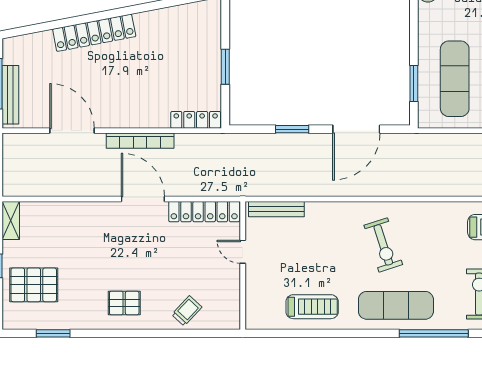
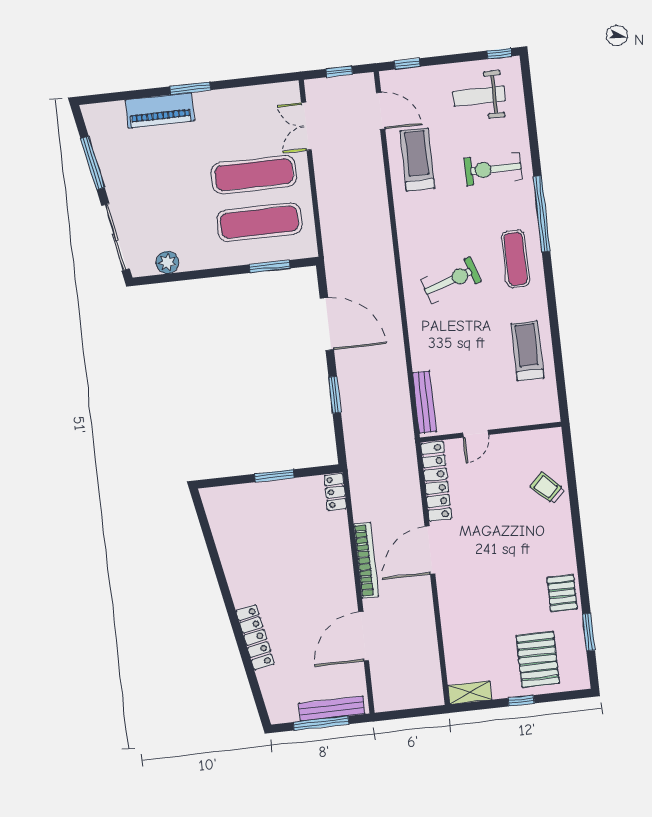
locker: (94, 33) -> (255, 637), width x0.71, depth x0.83
locker: (196, 120) -> (335, 492), width x0.66
pallet: (124, 303) -> (562, 593), moved
exercise mat: (396, 305) -> (516, 259), width x0.73, depth x0.69

